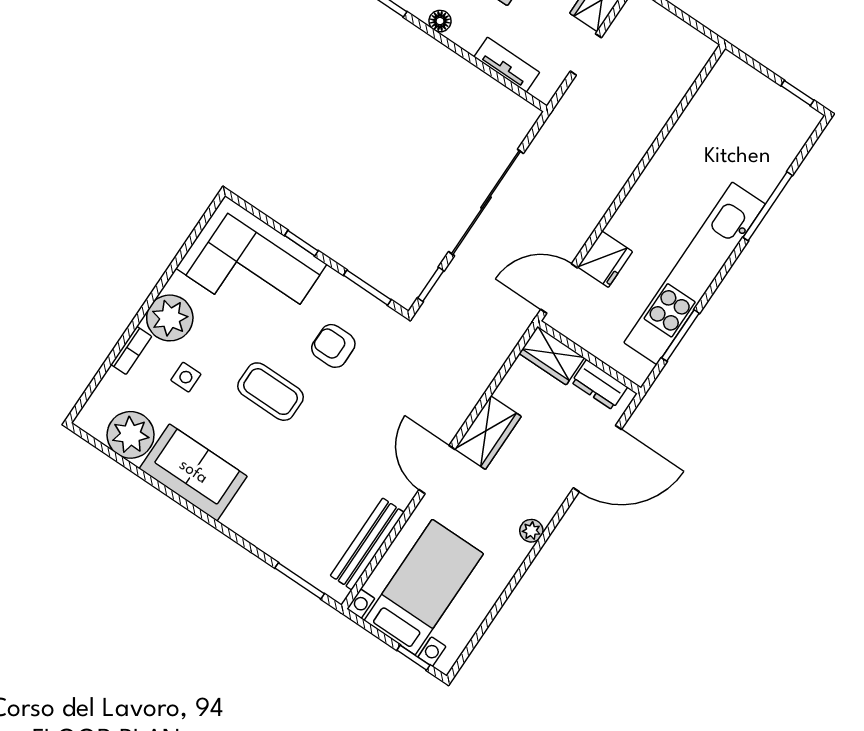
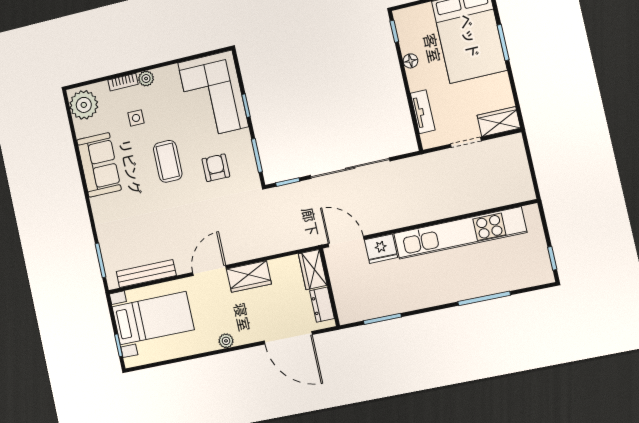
kitchen unit: (695, 273) -> (460, 233), moved, turned 180
plant: (170, 318) -> (146, 79), width x0.53, depth x0.53
plant: (131, 435) -> (84, 105), moved

